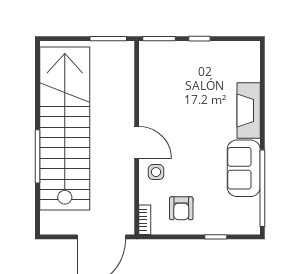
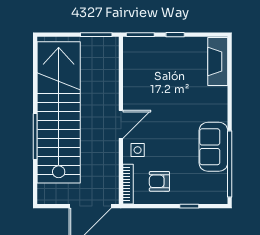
fireplace: (249, 111) -> (218, 62), moved
door: (137, 142) -> (121, 124), hinge flipped
armchair: (181, 208) -> (159, 181), turned 90
bookcase: (145, 220) -> (128, 184), width x1.56

